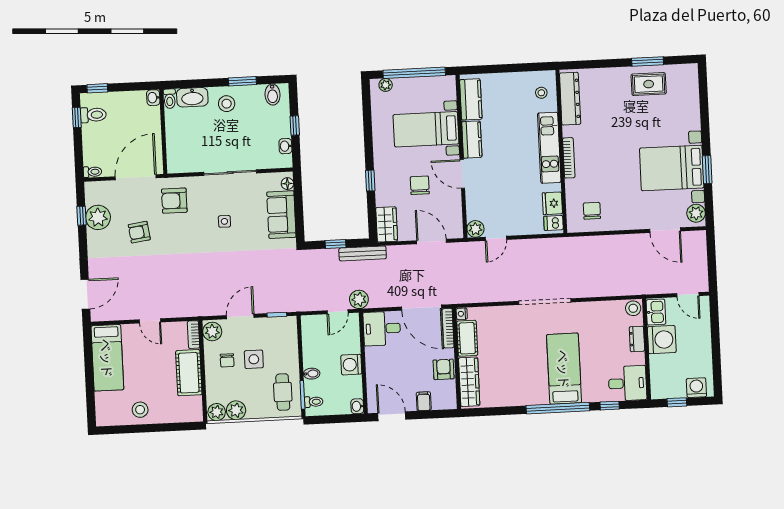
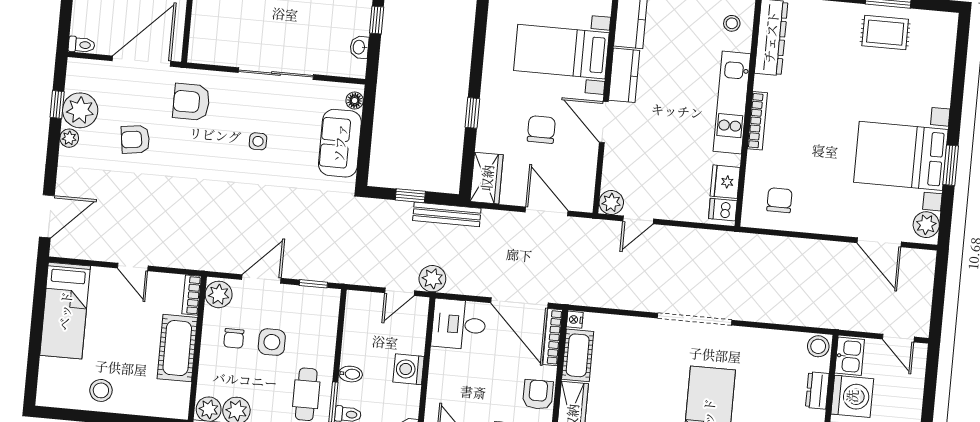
plant: (93, 238) -> (69, 138), added

